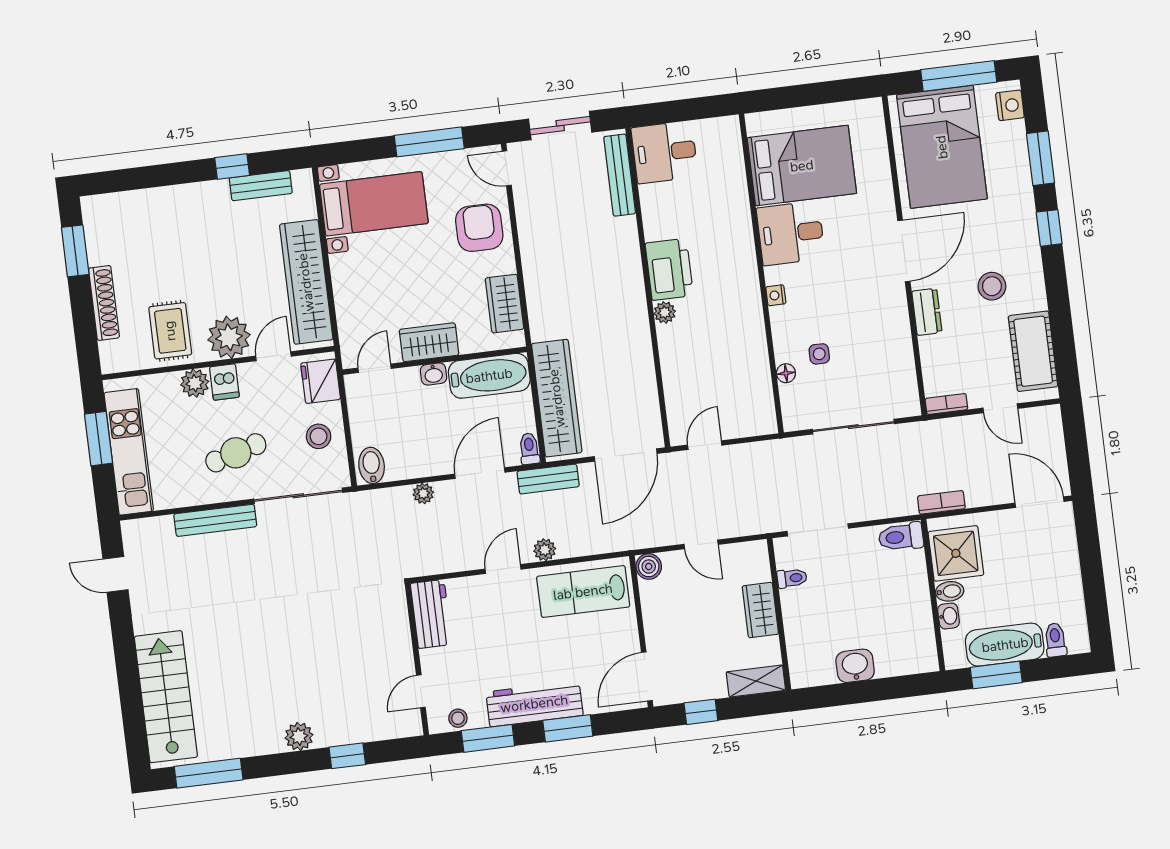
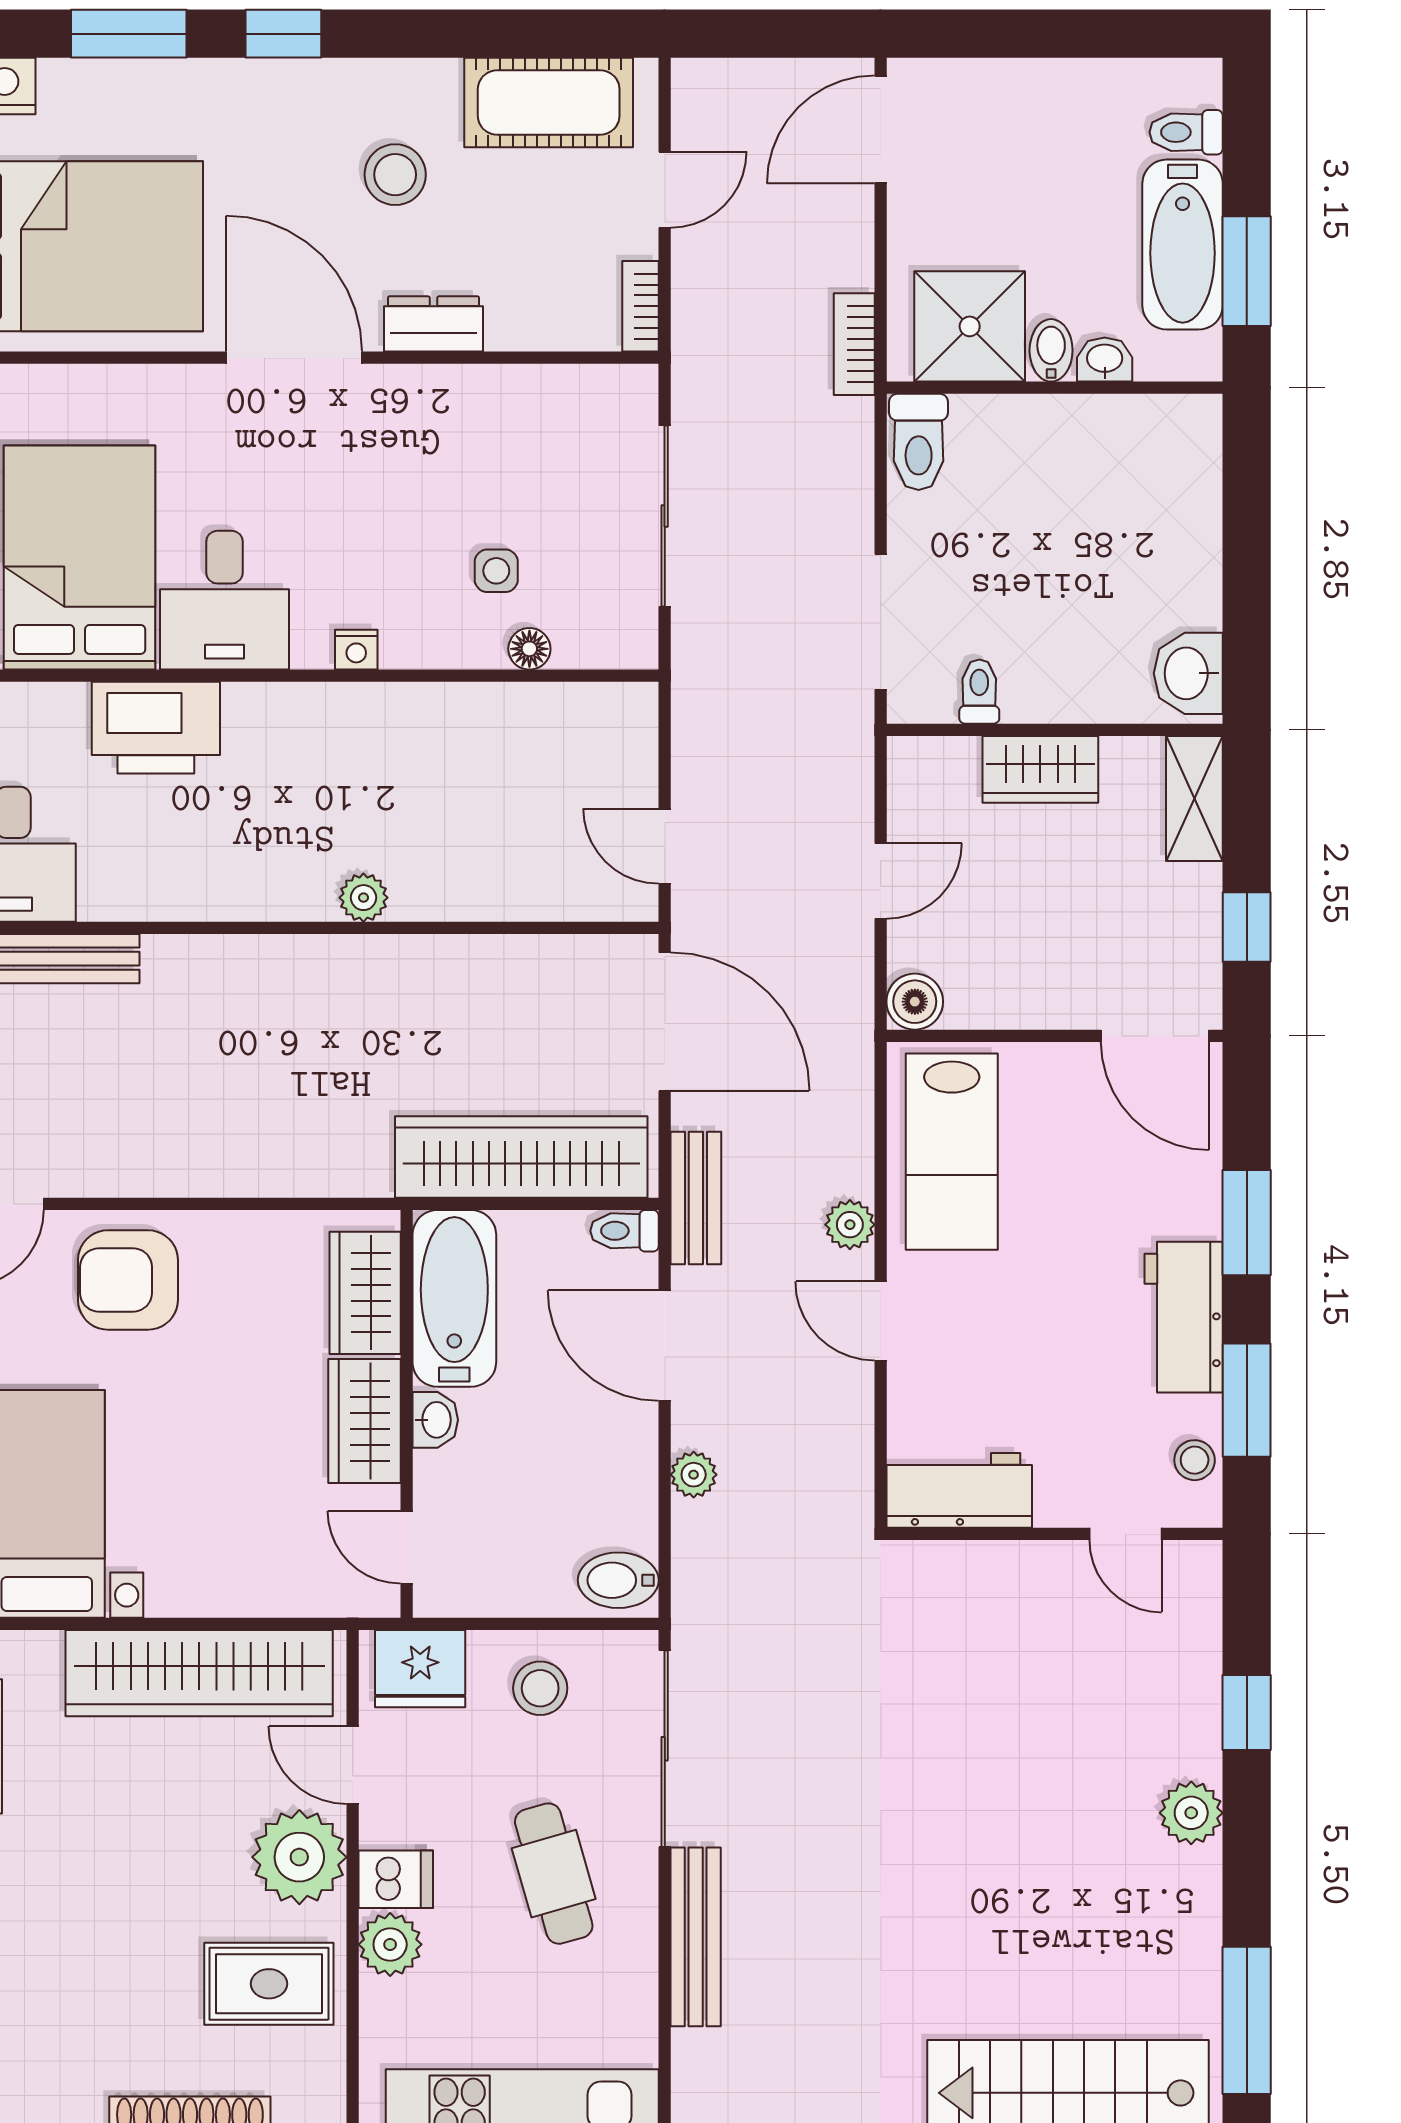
printer: (669, 269) -> (156, 728), moved, turned 180
wardrobe: (505, 304) -> (365, 1293), moved, turned 90
washbasin: (855, 666) -> (1188, 673), moved
workbench: (534, 704) -> (1184, 1317), width x0.73

